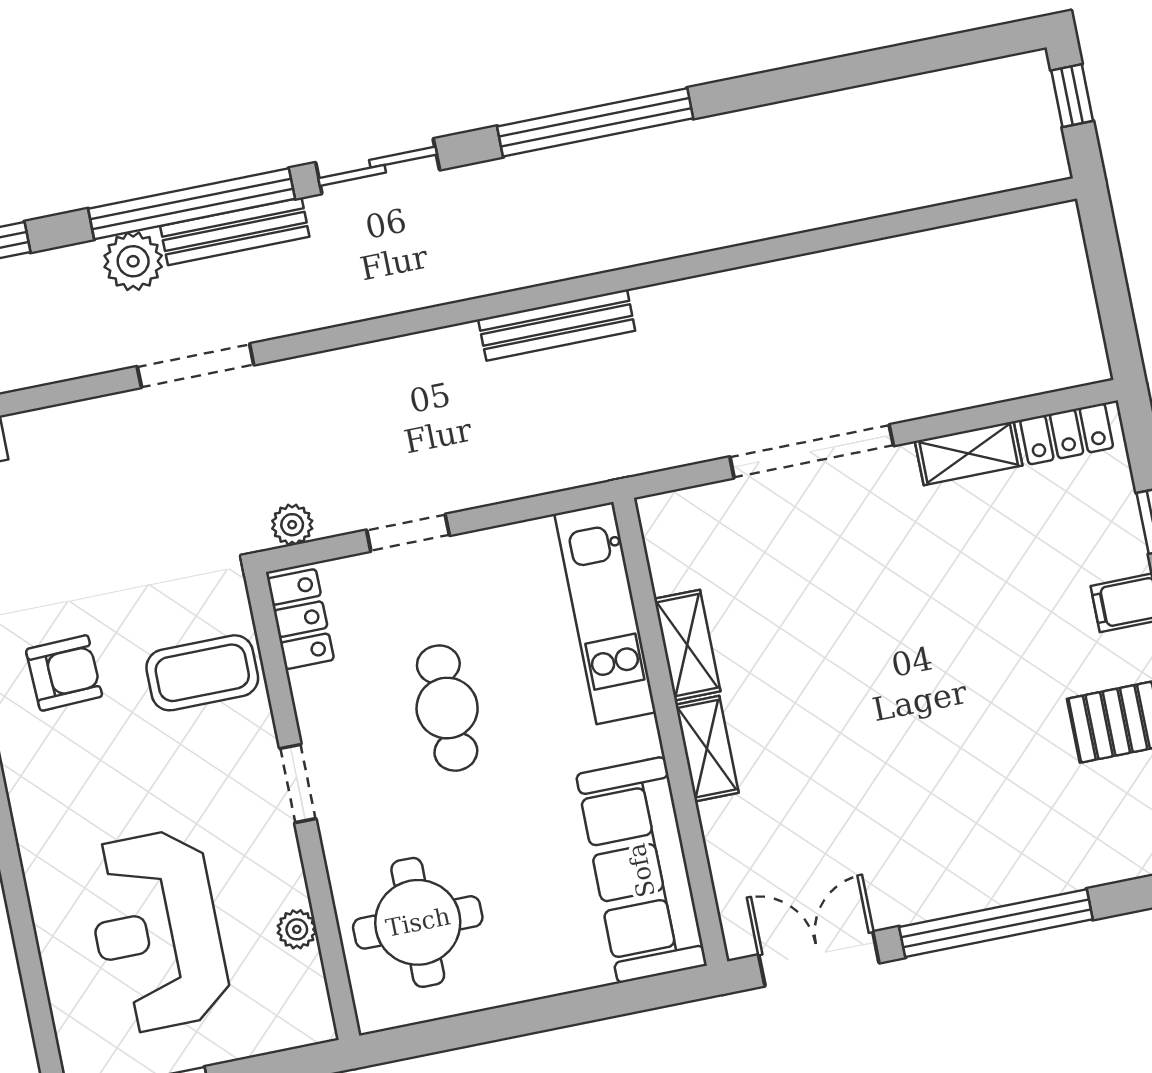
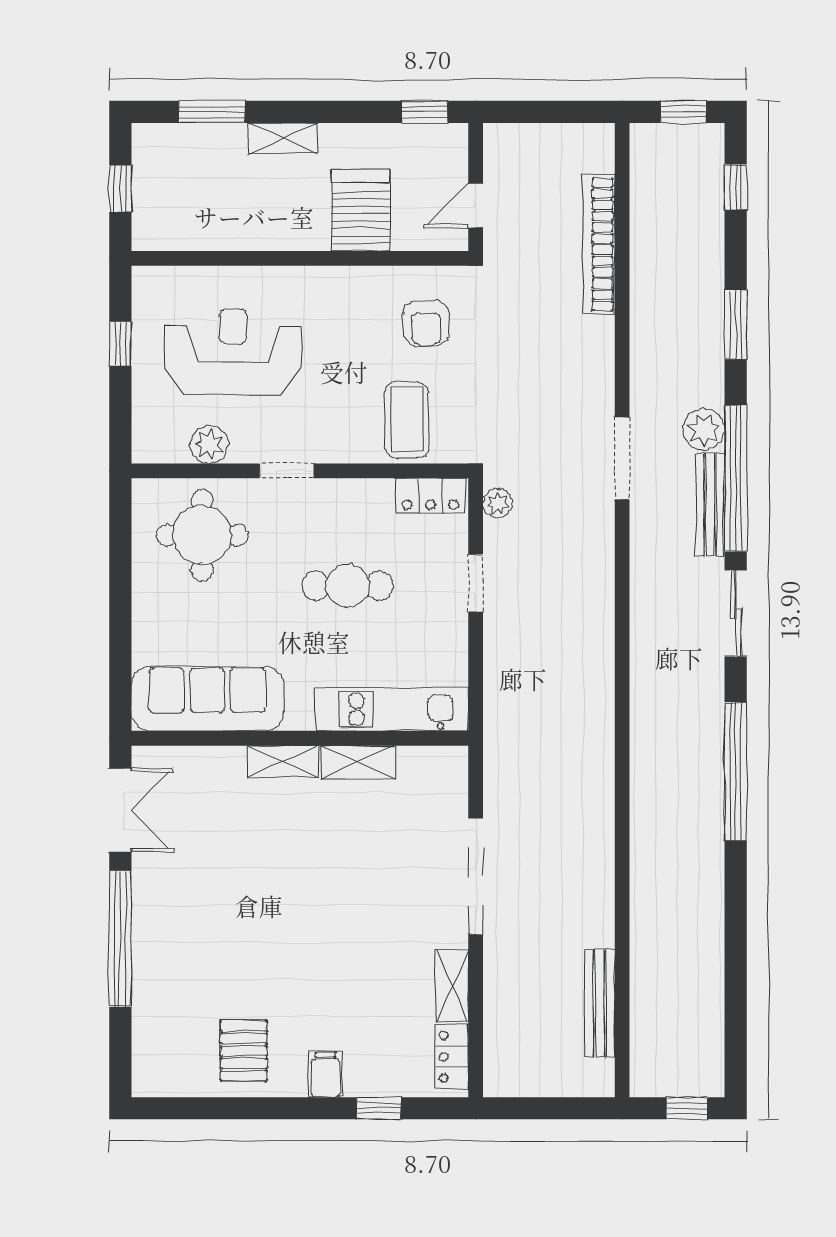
bench: (557, 325) -> (600, 1003), moved
doorway: (298, 784) -> (287, 471), moved
plant: (297, 929) -> (209, 444), width x1.38, depth x1.38

